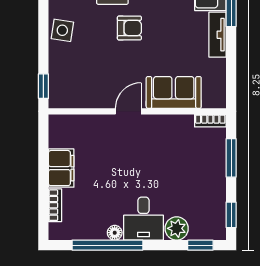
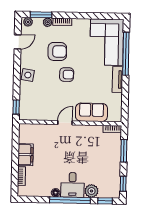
window: (107, 245) -> (70, 200), moved

